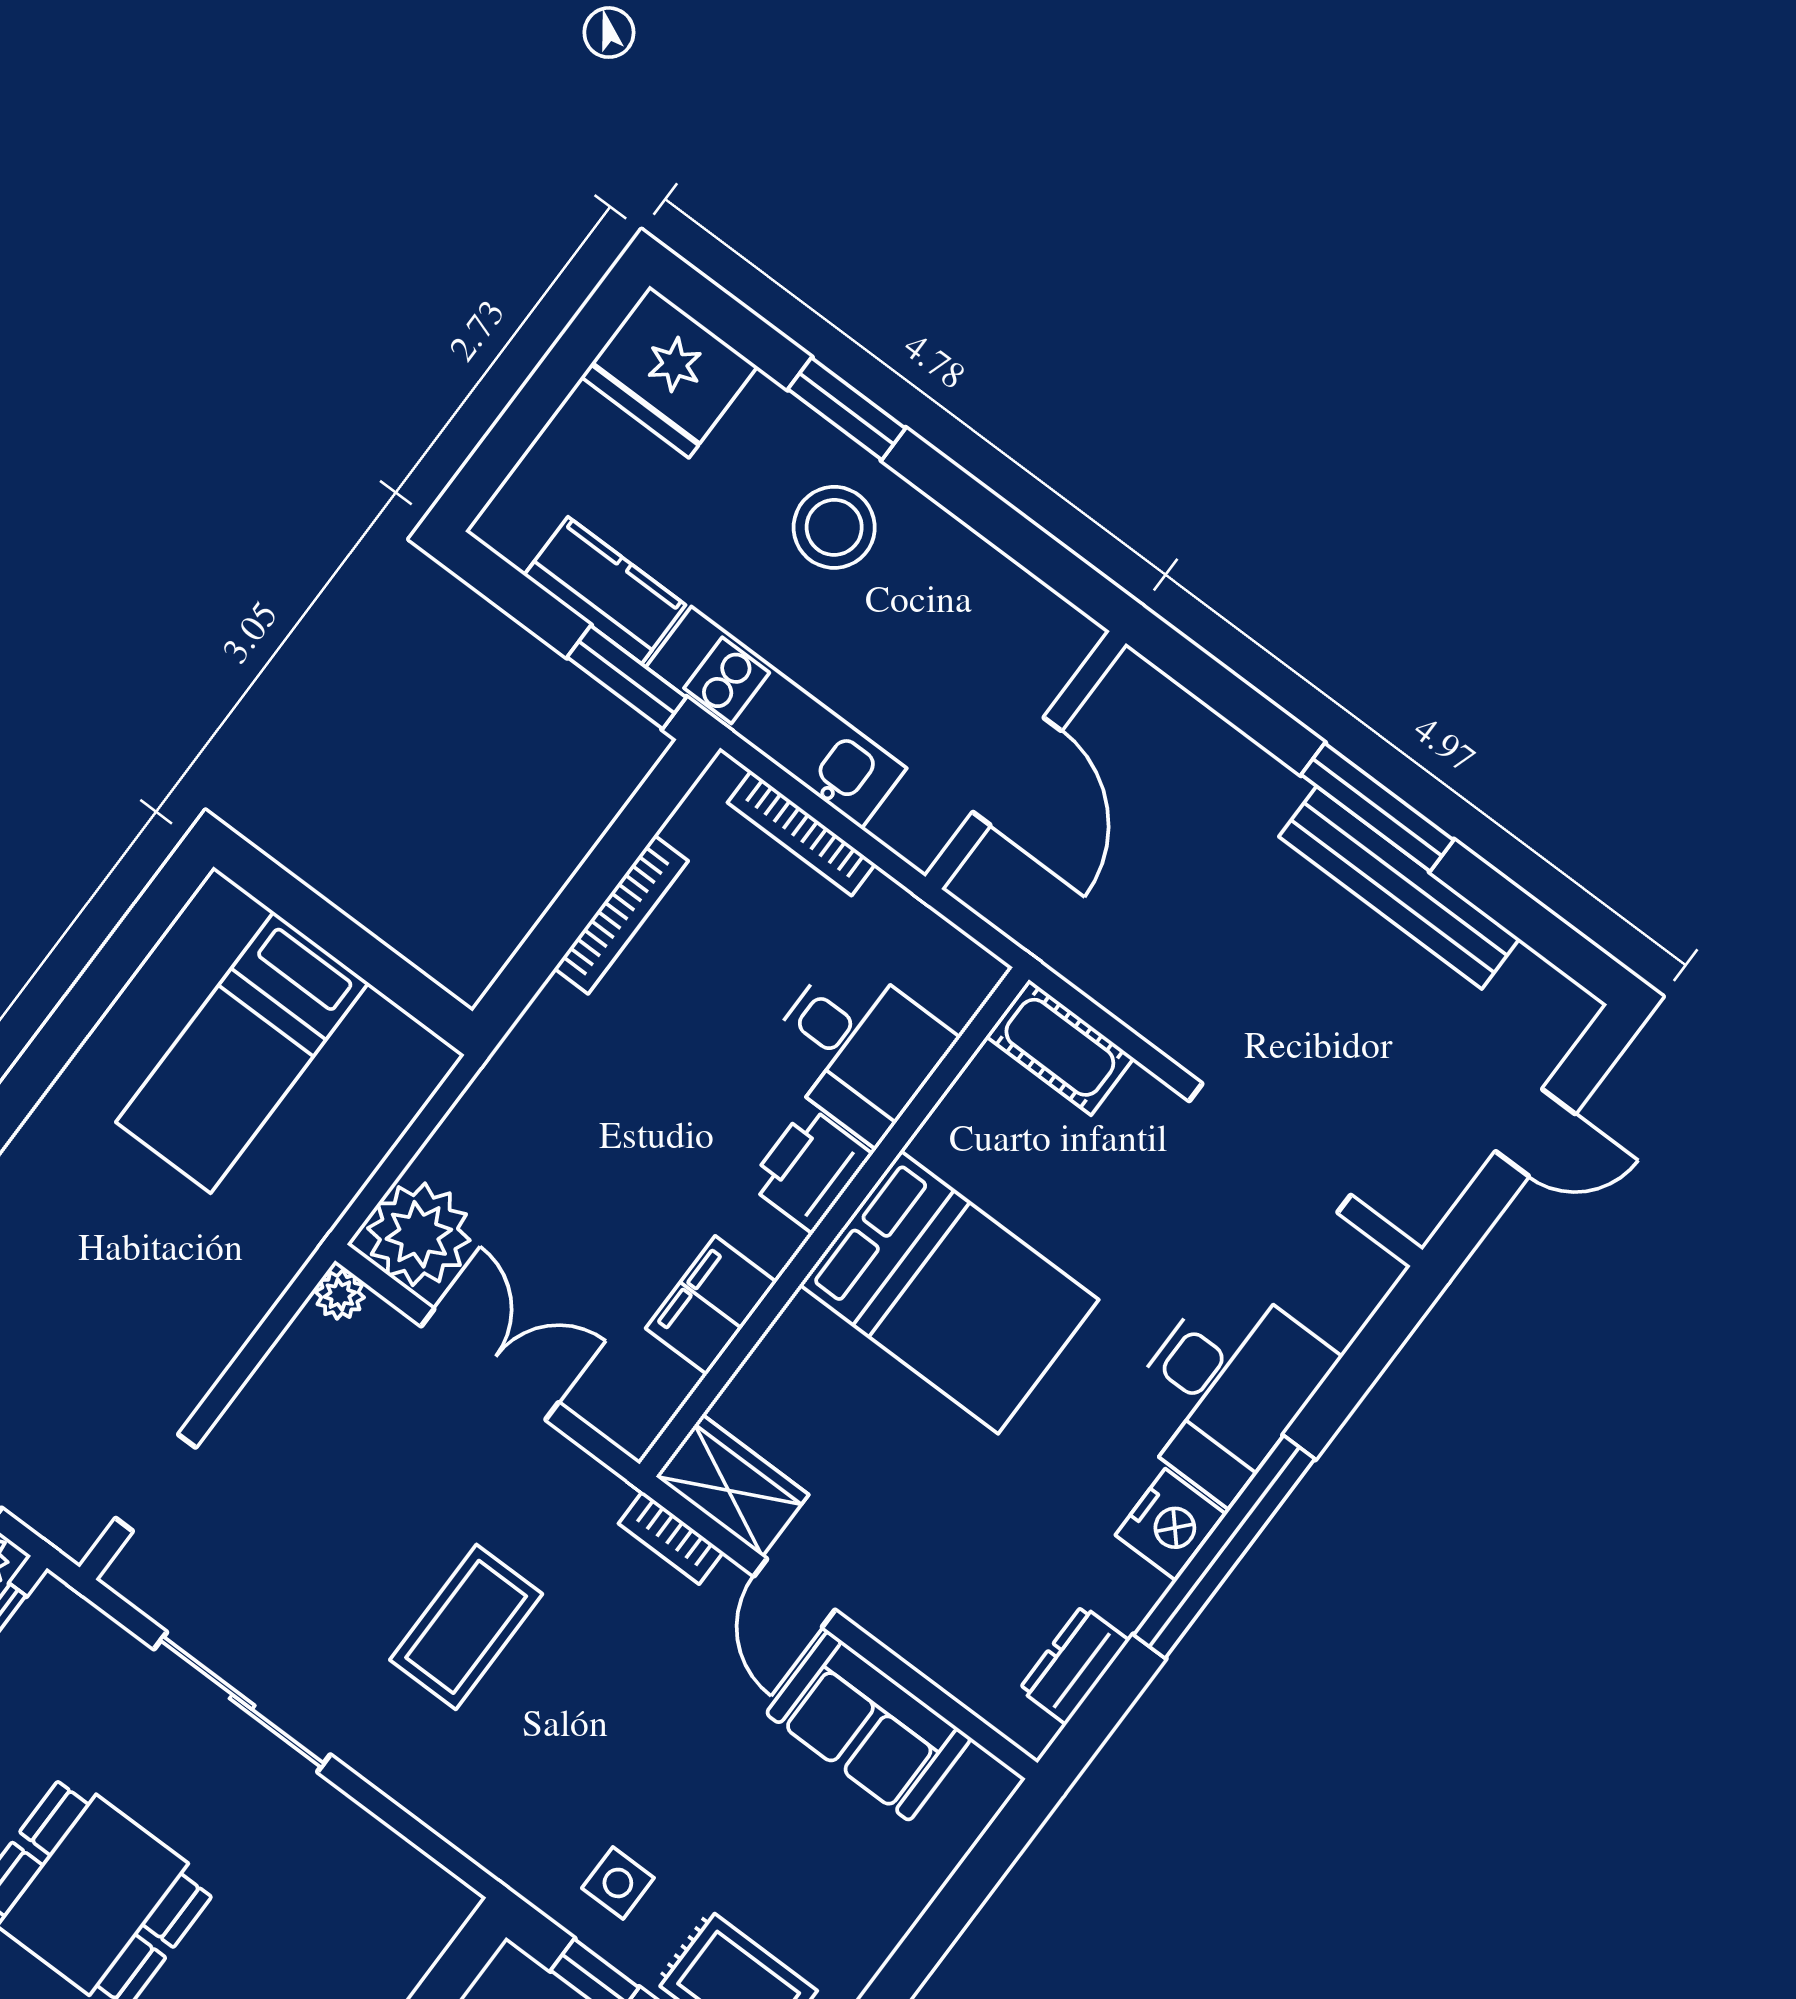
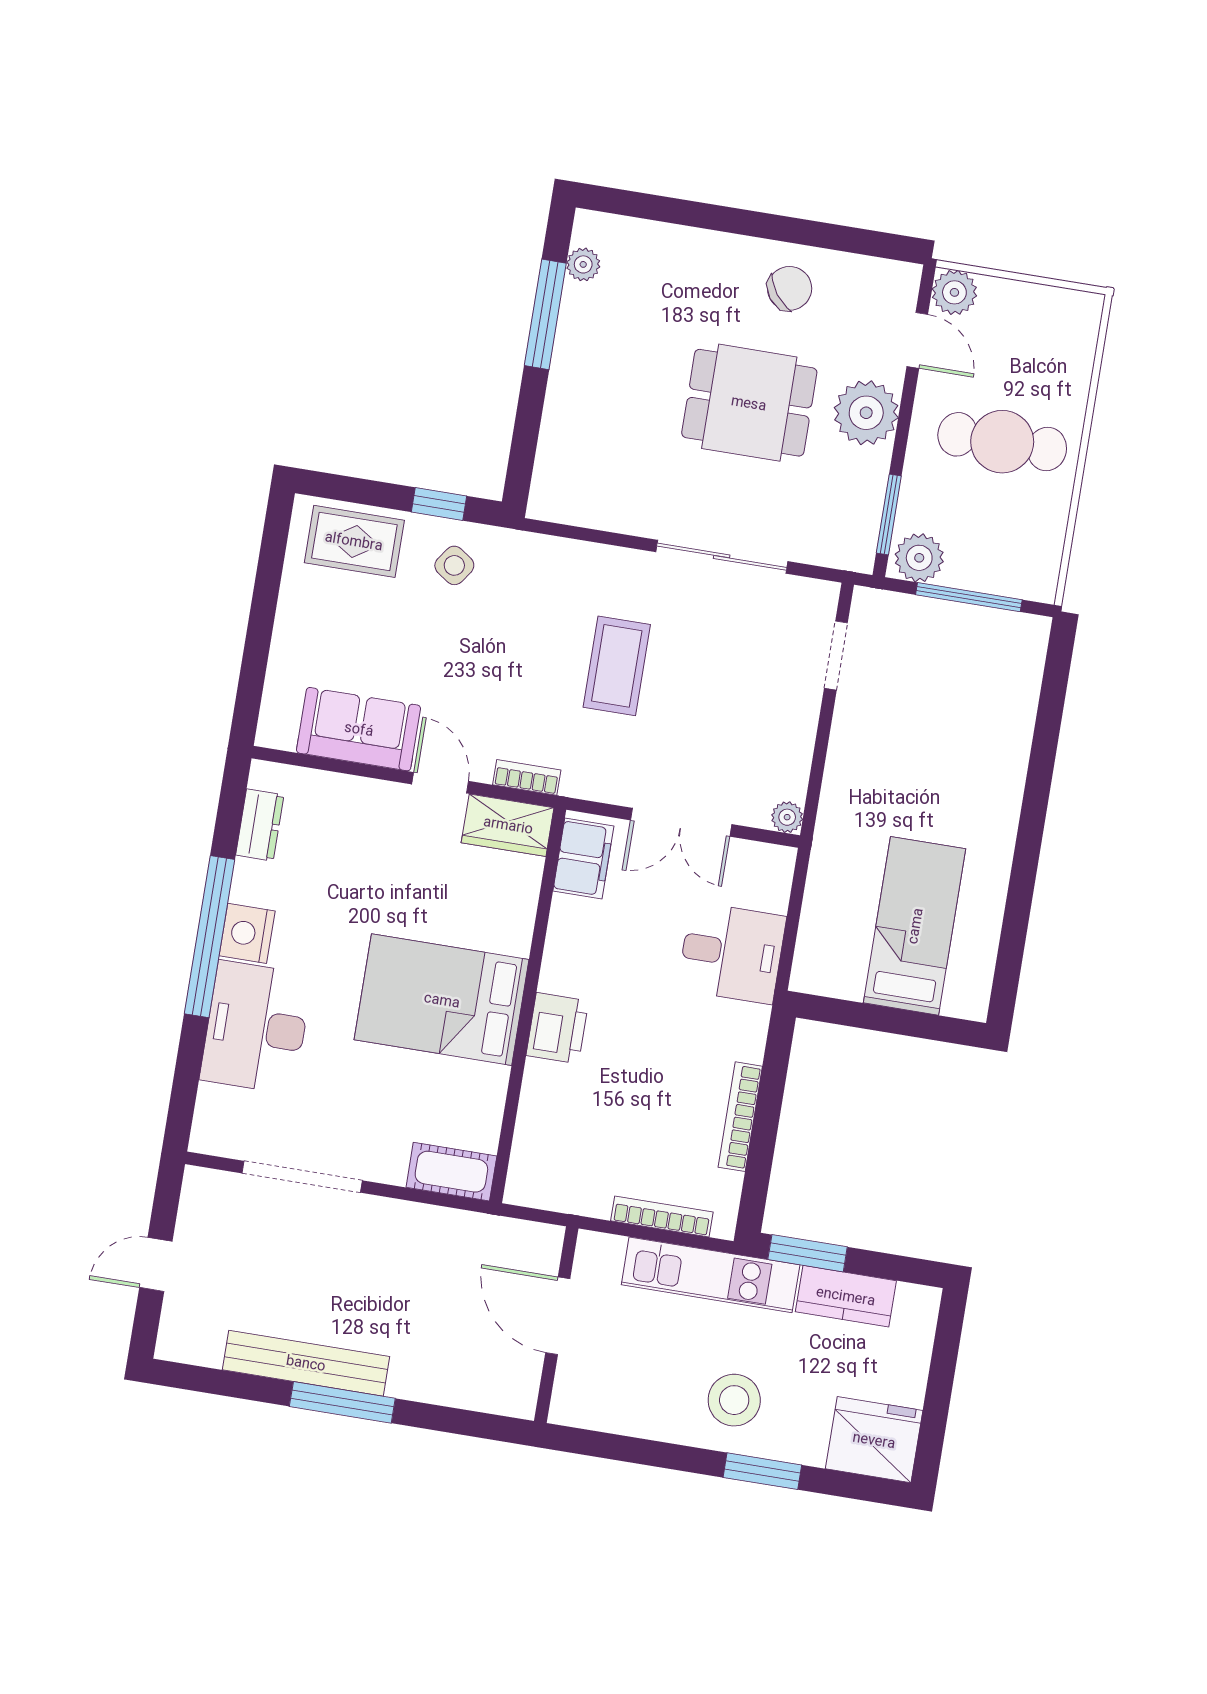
desk: (858, 1048) -> (732, 953), moved, turned 180
plant: (419, 1234) -> (760, 875), removed
filing cabinet: (711, 1305) -> (583, 859), moved
side table: (618, 1883) -> (454, 565), turned 35

